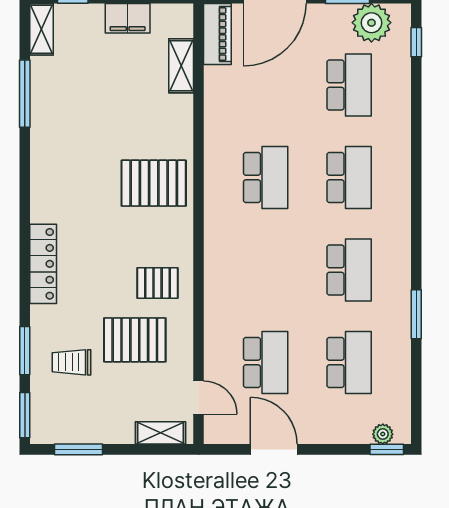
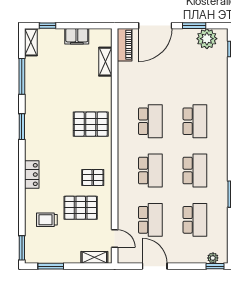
school desk: (349, 85) -> (150, 171), moved
locker: (43, 264) -> (32, 175), width x0.66
window: (25, 351) -> (22, 127), moved

